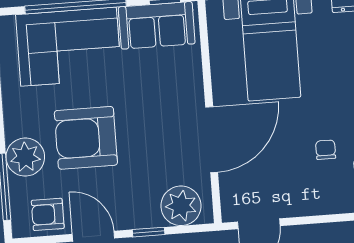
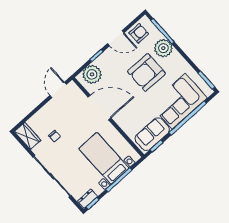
armchair: (86, 138) -> (146, 72), turned 180
door: (212, 140) -> (99, 108), swing flipped

